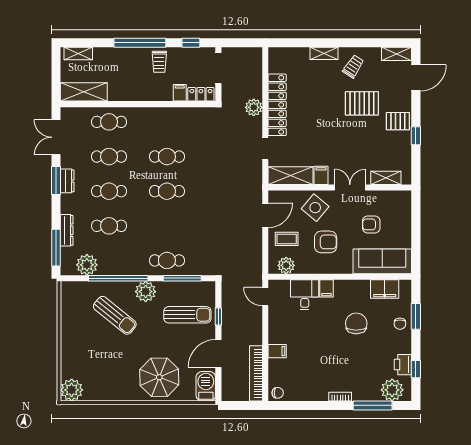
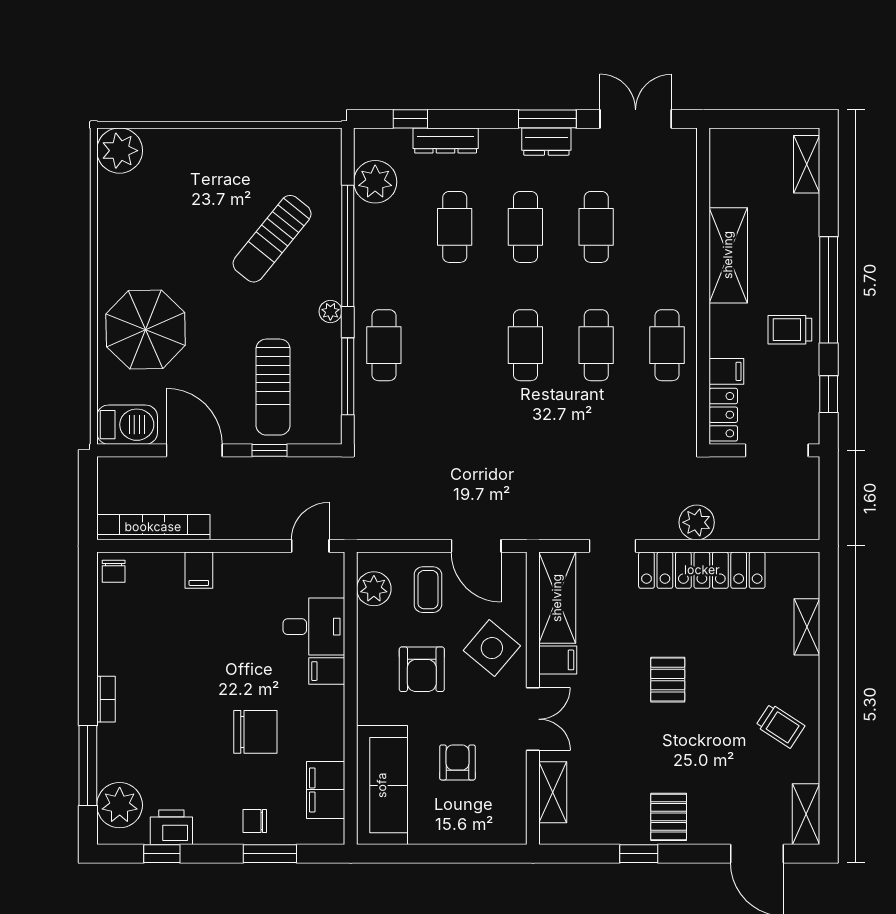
shelving: (324, 53) -> (807, 627), moved
shelving: (84, 92) -> (728, 255), moved
pallet: (362, 103) -> (668, 680), moved, width x0.67, depth x0.71
cafe table: (109, 122) -> (667, 345), moved
window: (56, 248) -> (410, 119), width x0.46
plant: (146, 292) -> (330, 312), width x0.53, depth x0.53

